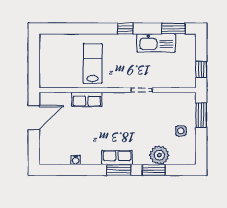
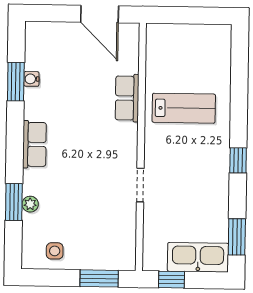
kitchen sink: (156, 43) -> (198, 257), moved, turned 90
side table: (181, 131) -> (55, 251), moved
plant: (159, 155) -> (30, 204), width x0.53, depth x0.53
window: (119, 170) -> (16, 82), moved

